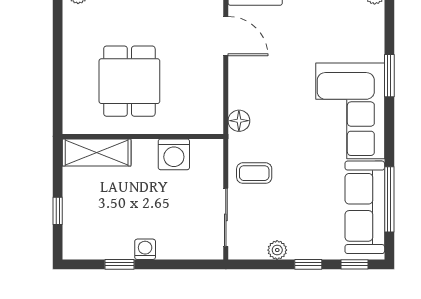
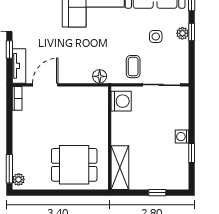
dining table: (129, 81) -> (74, 165), moved
washing machine: (174, 154) -> (121, 101), moved
side table: (301, 208) -> (156, 36), added
plant: (277, 250) -> (182, 33), moved

